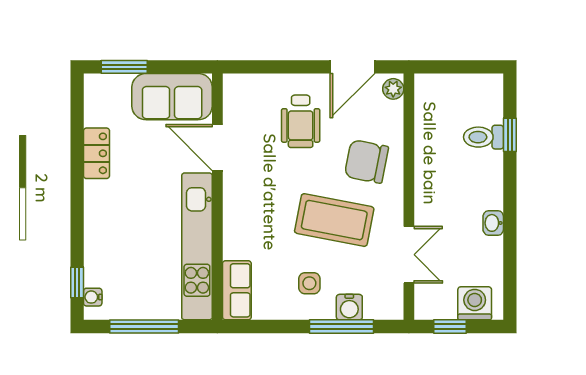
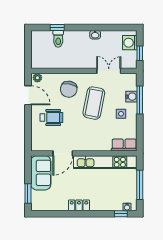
locker: (96, 153) -> (79, 205), moved

